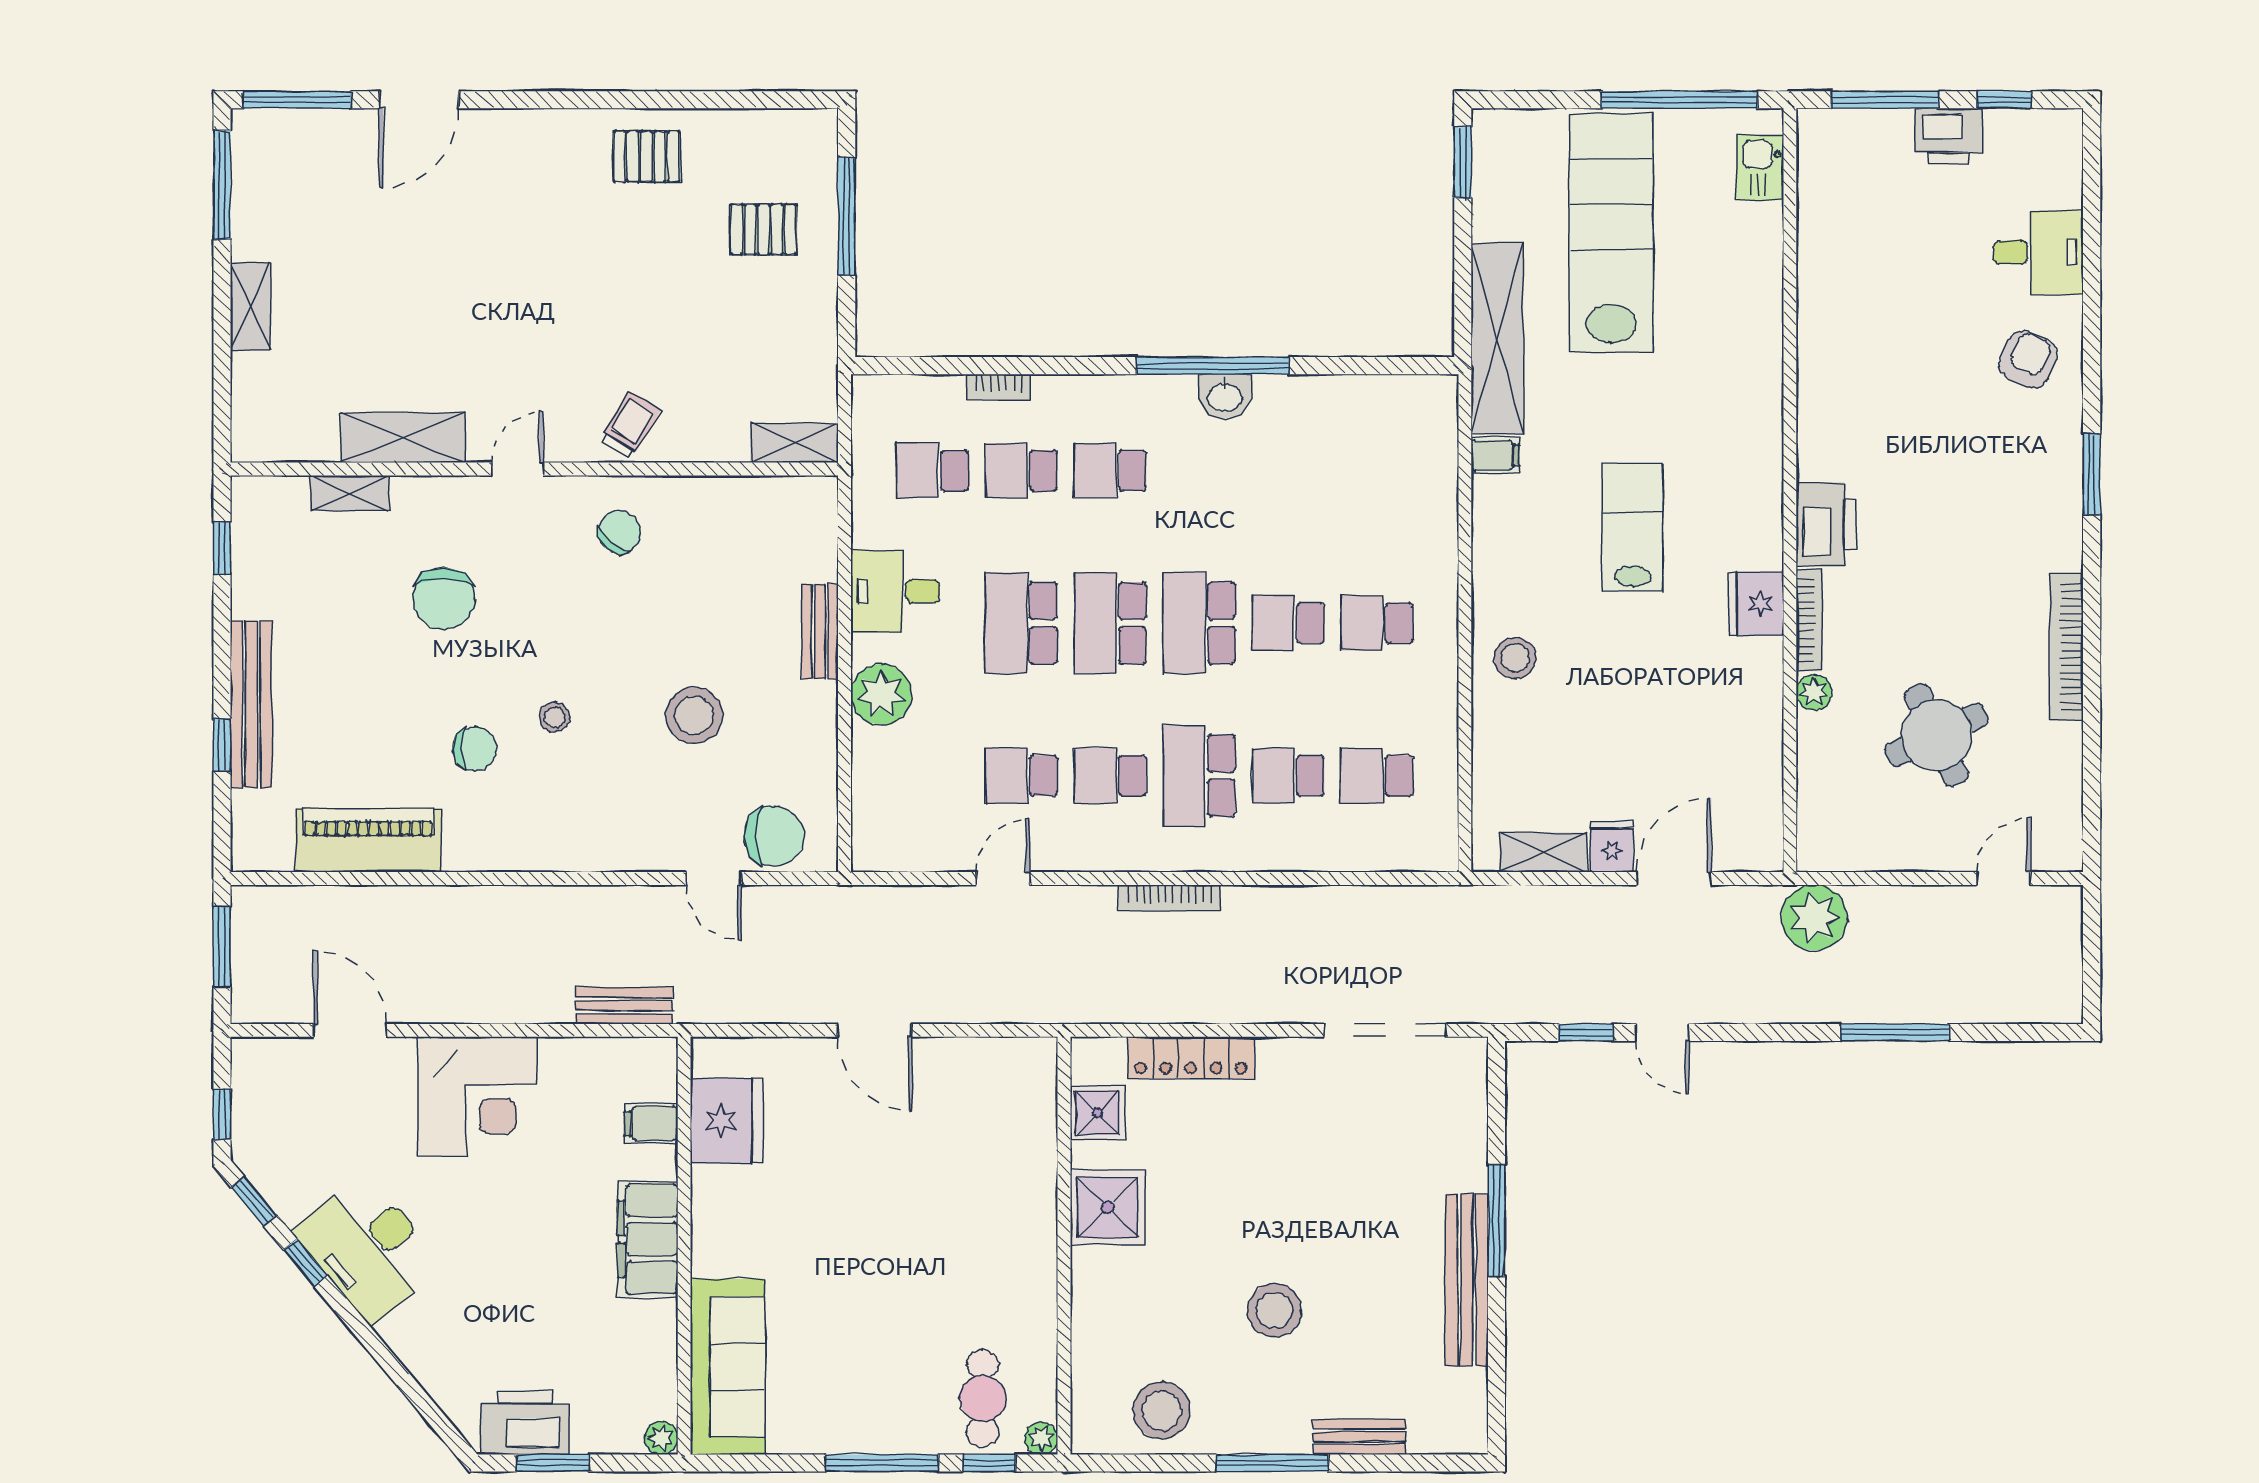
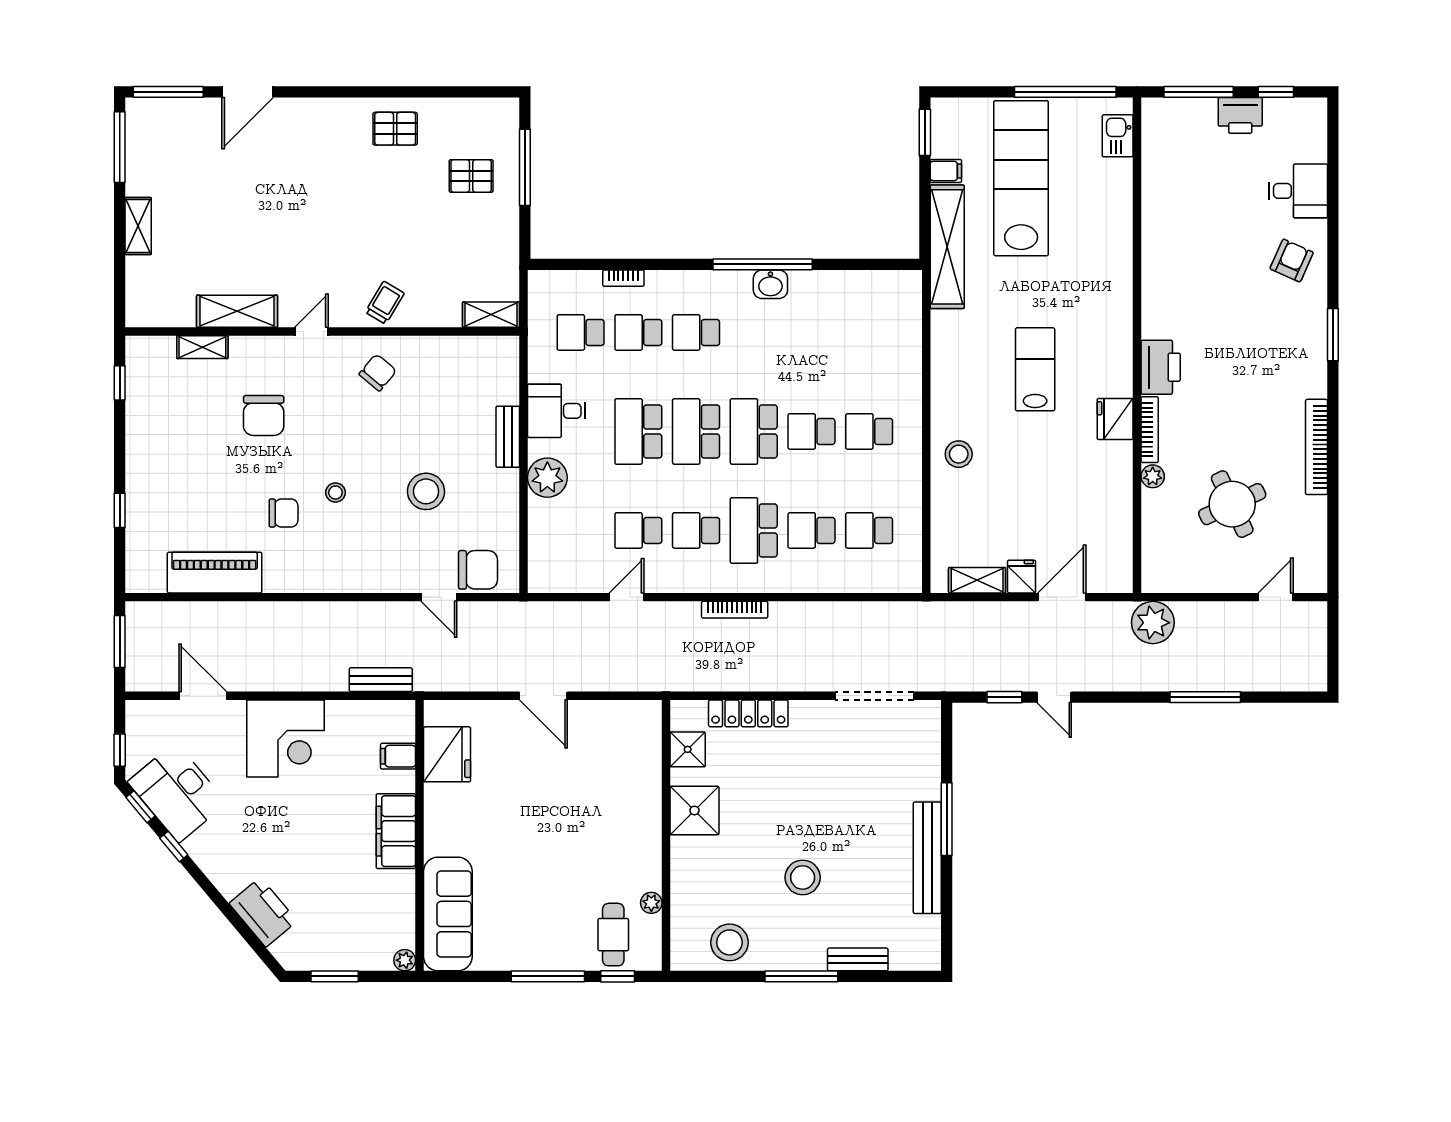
filing cabinet: (1495, 455) -> (946, 171), moved
bench: (251, 704) -> (139, 484), removed
desk: (368, 1248) -> (177, 792), moved
printer: (525, 1423) -> (263, 912), moved, turned 50
plant: (1041, 1438) -> (651, 903), moved

